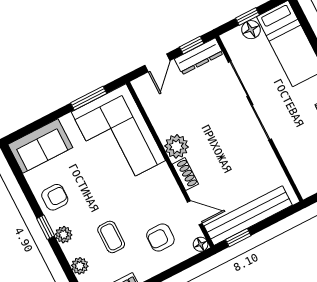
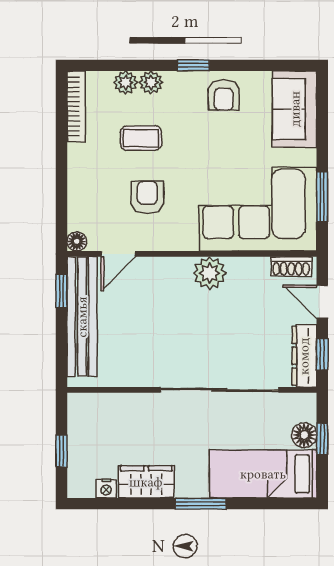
shoe rack: (185, 174) -> (291, 267), moved
plant: (64, 235) -> (151, 82), moved
armchair: (160, 237) -> (147, 197), moved

